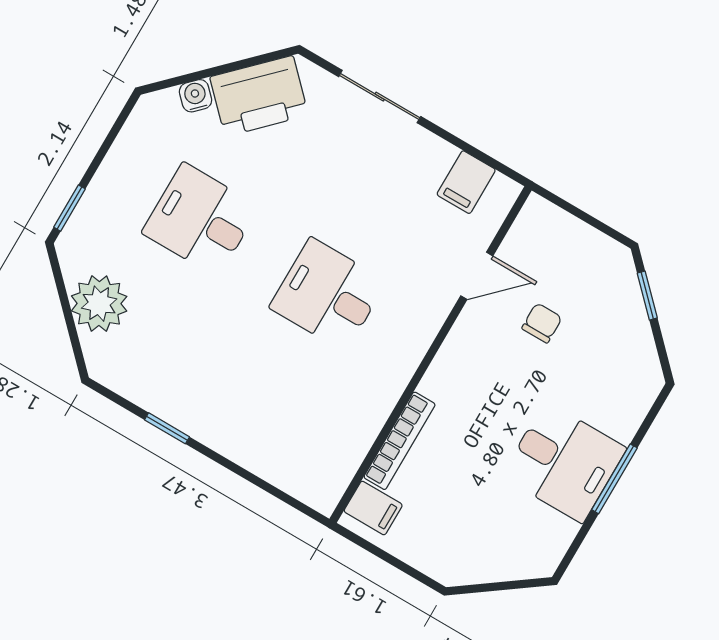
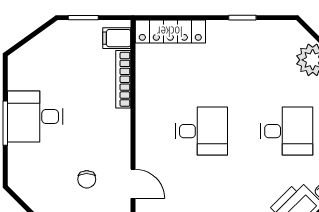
door: (477, 276) -> (133, 184), swing flipped
locker: (287, 471) -> (170, 32), added
window: (405, 568) -> (83, 18), added

